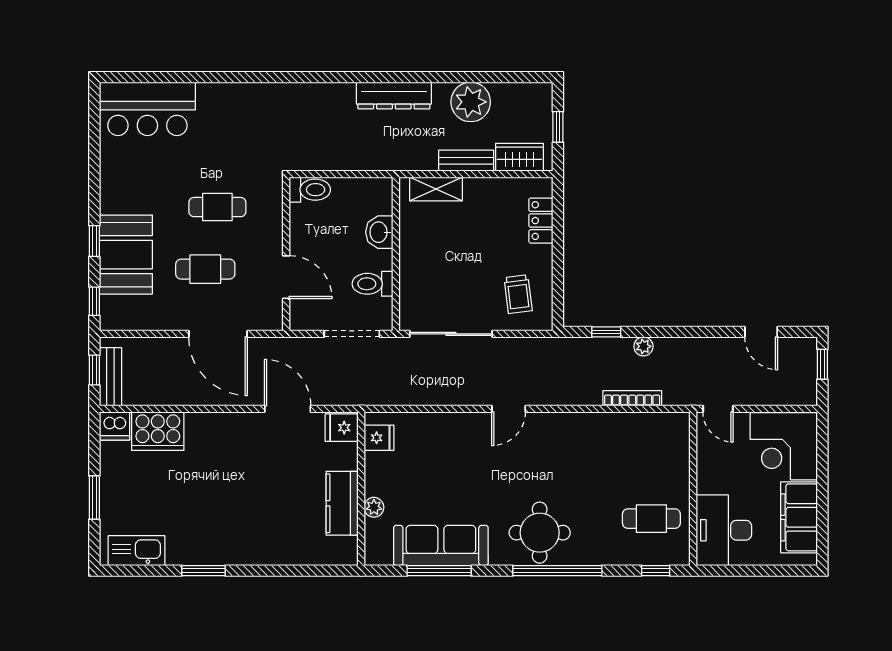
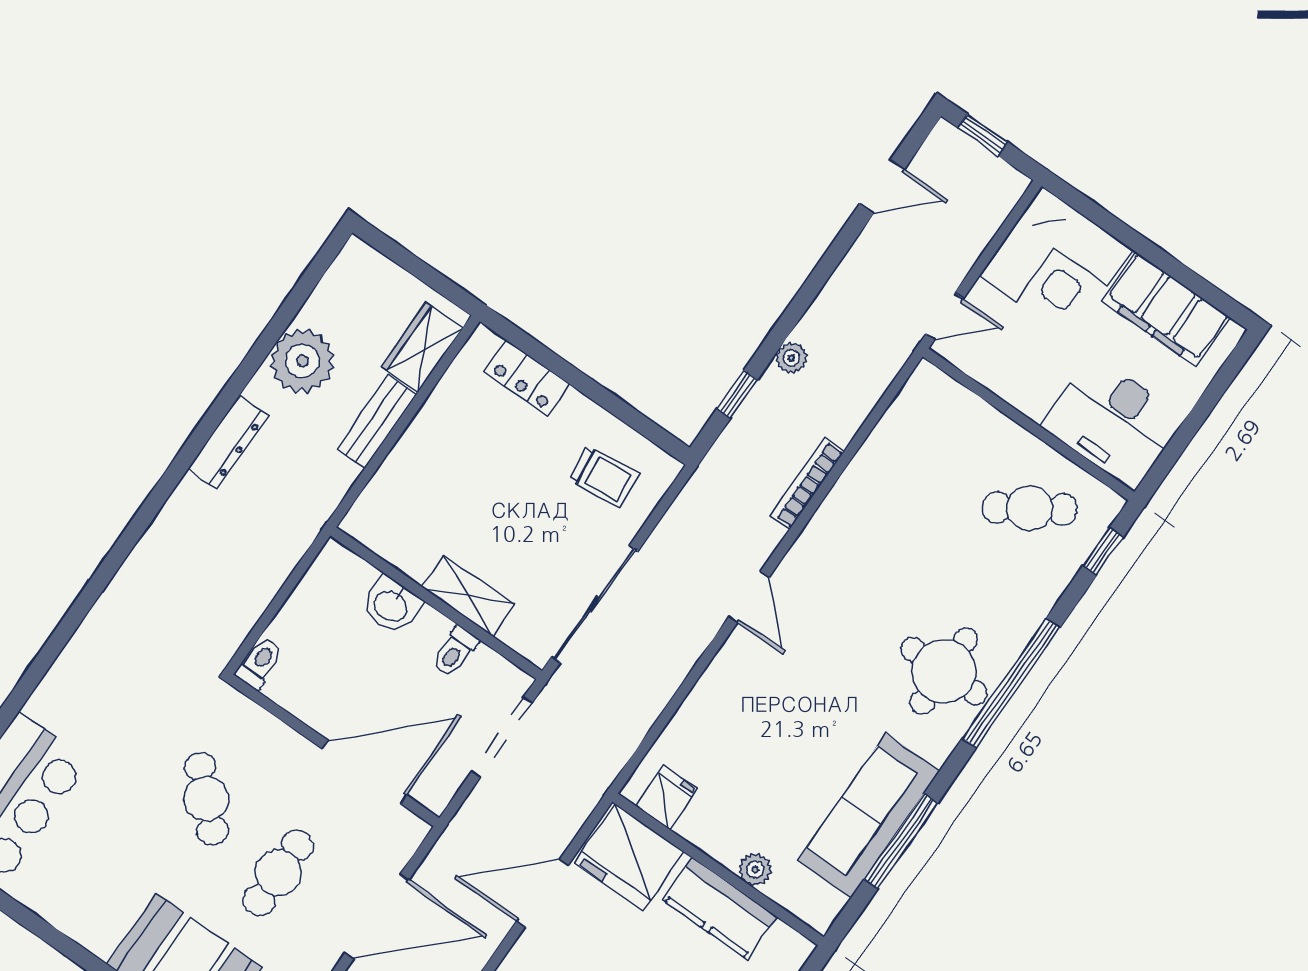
dresser: (394, 96) -> (228, 442), width x0.73, depth x0.80
window: (558, 127) -> (417, 267), removed
shelving: (436, 189) -> (468, 596), moved, turned 90
toilet: (310, 190) -> (259, 663), width x0.73, depth x0.72
cafe table: (217, 207) -> (206, 799), turned -46
door: (286, 277) -> (365, 772), width x1.36
toilet: (373, 284) -> (455, 652), width x0.73, depth x0.72
bookcase: (632, 398) -> (807, 484), moved
fridge: (342, 428) -> (629, 857), width x1.88, depth x1.34
cafe table: (651, 519) -> (1030, 508), turned 57

